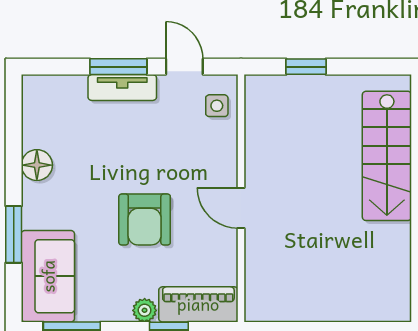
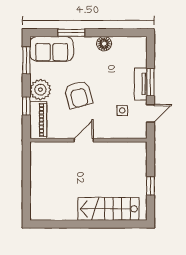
window: (306, 67) -> (150, 186), moved
side table: (217, 106) -> (122, 110), moved
armchair: (145, 220) -> (78, 95), turned -105
plant: (145, 310) -> (40, 90), width x1.88, depth x1.88

